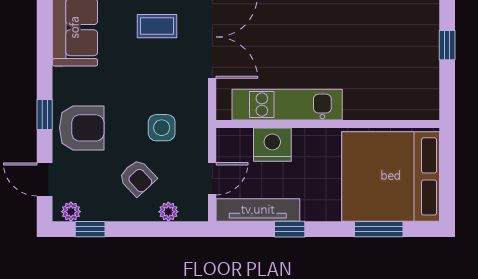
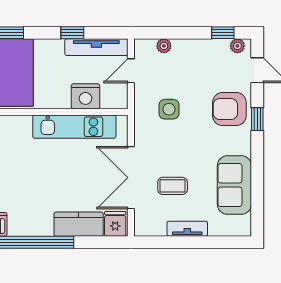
armchair: (138, 178) -> (187, 71), removed

